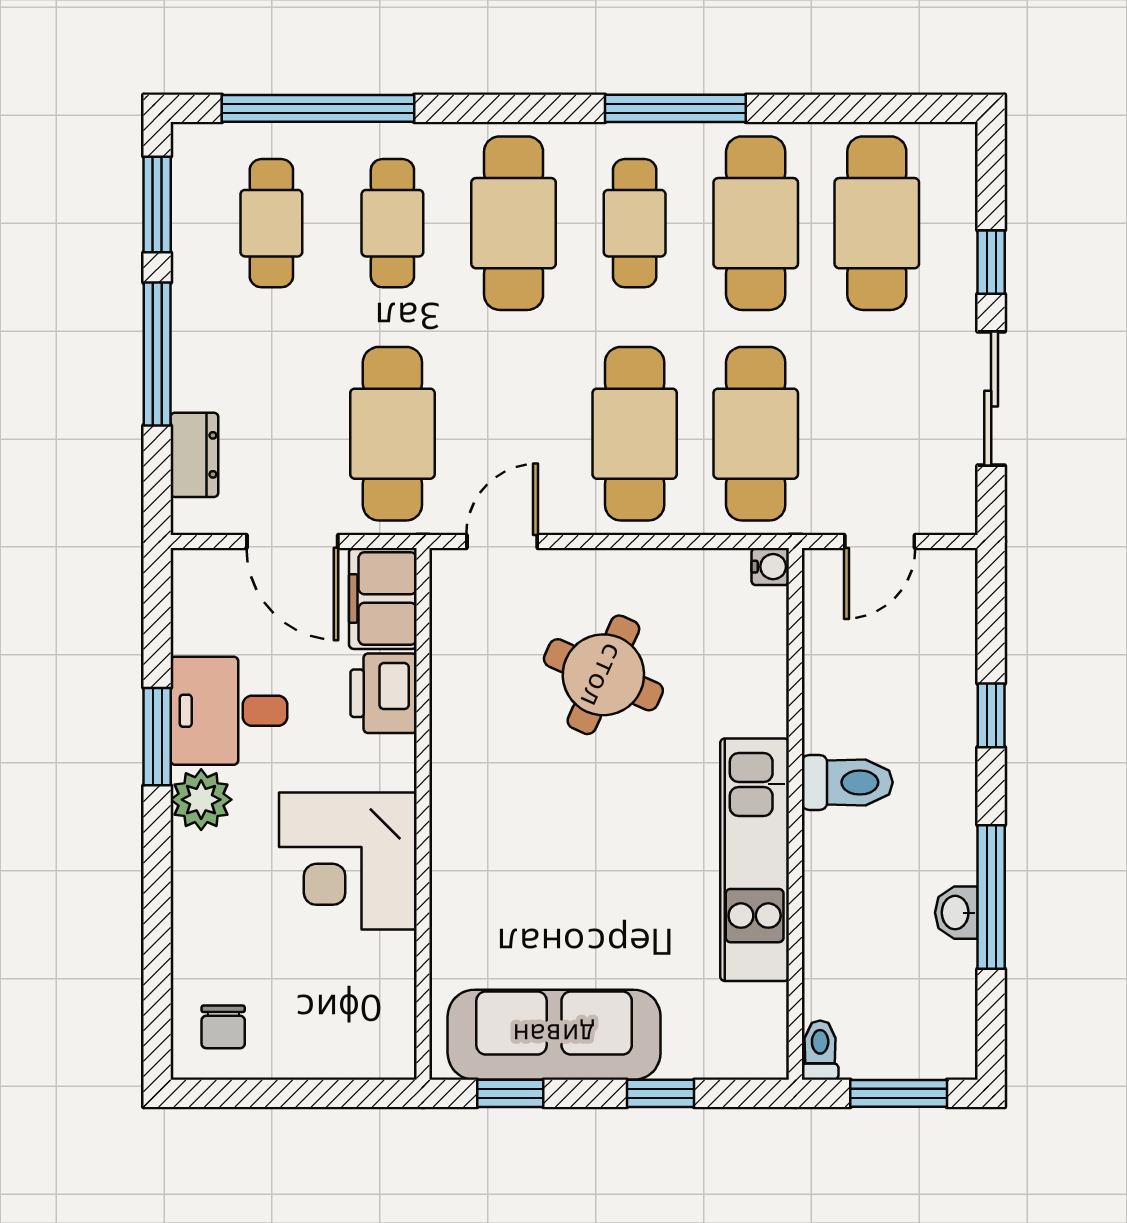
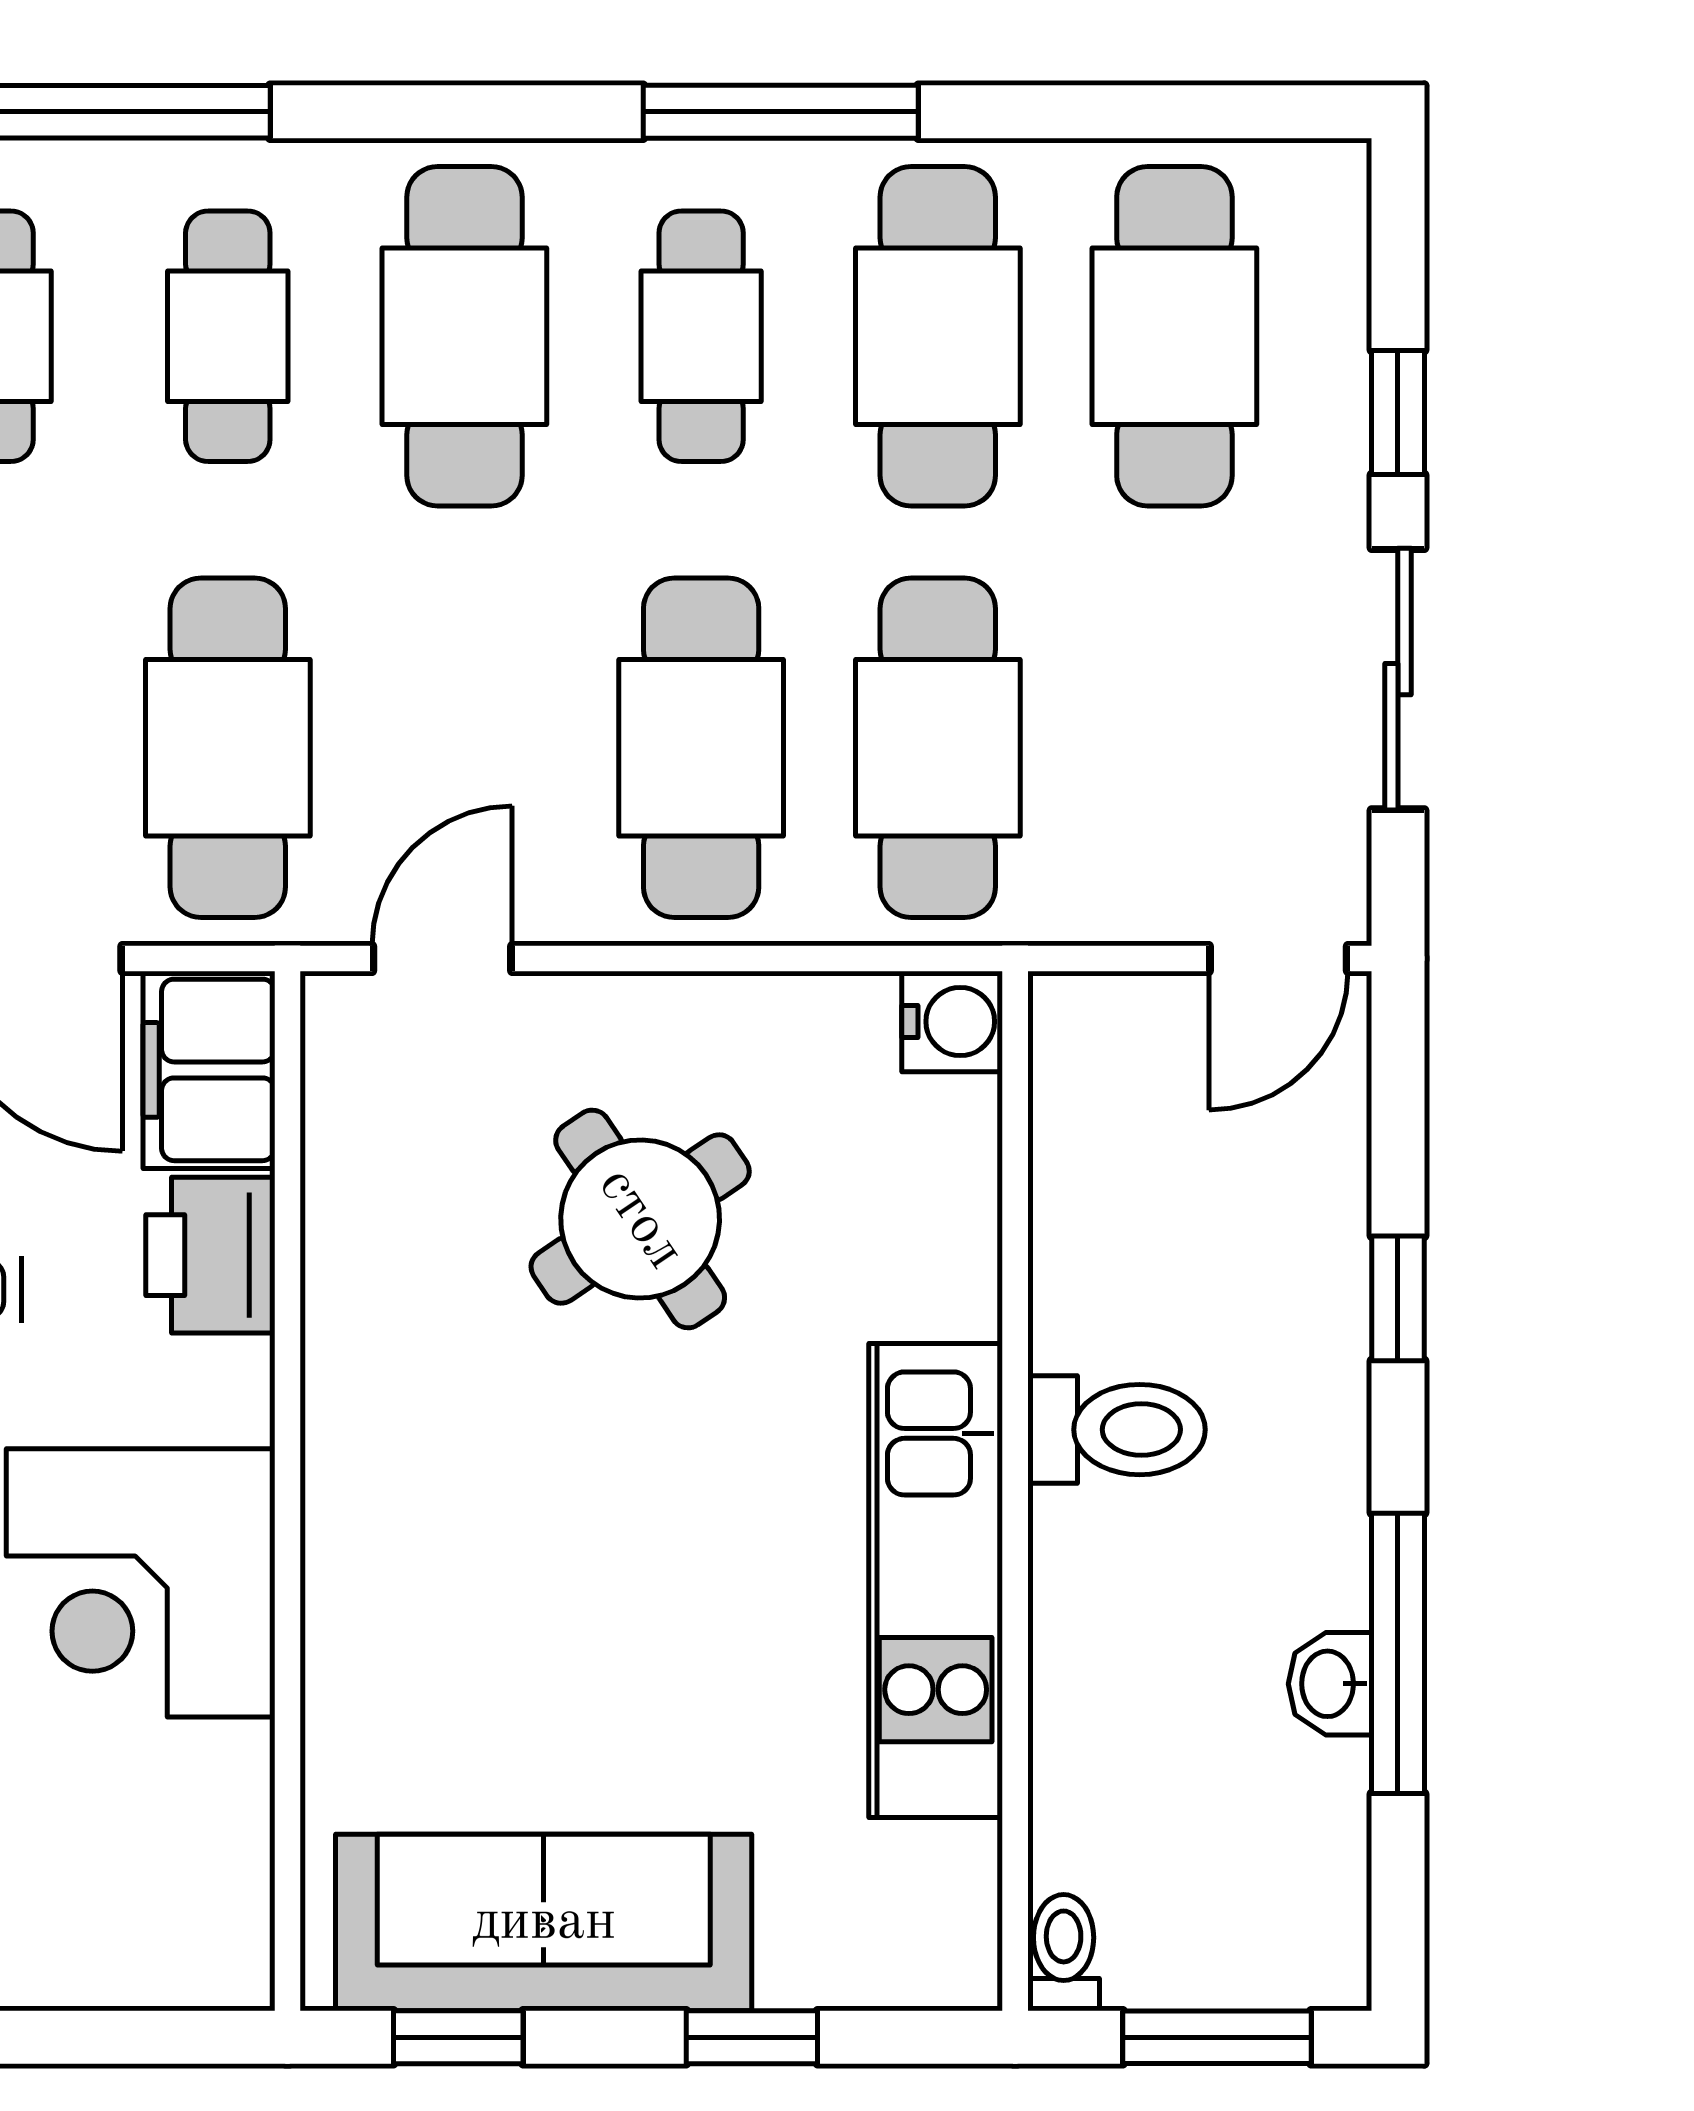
door: (880, 542) -> (1278, 959), moved
water cooler: (770, 567) -> (952, 1022), width x1.38, depth x1.38
round table: (603, 675) -> (640, 1219), turned 32

